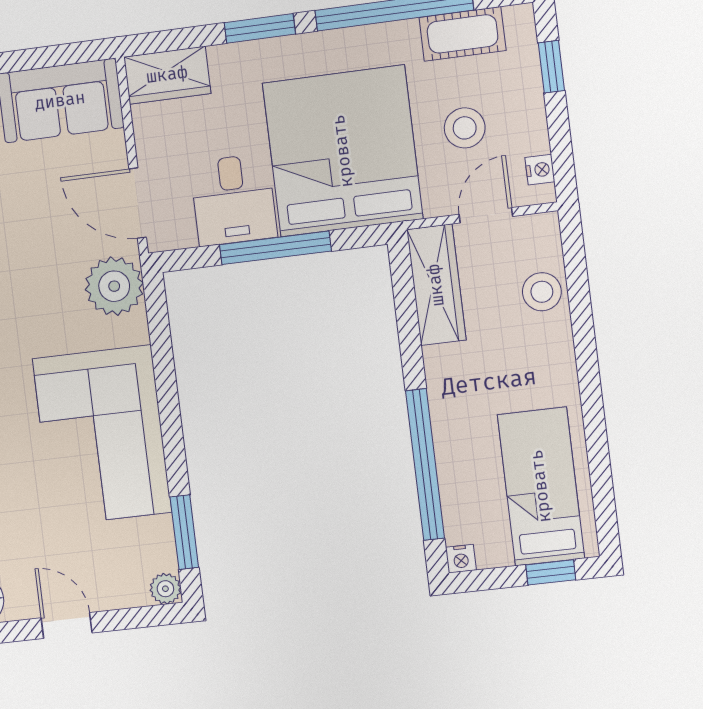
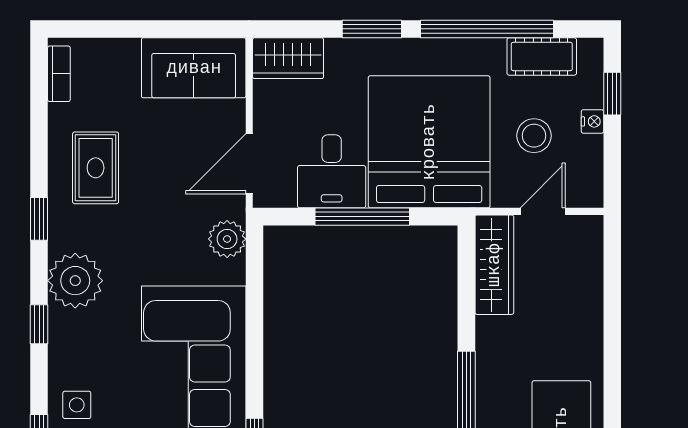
nightstand: (540, 170) -> (592, 121), moved
door: (138, 203) -> (249, 164), hinge flipped
plant: (114, 286) -> (227, 239), width x0.73, depth x0.73
stool: (542, 292) -> (582, 281), removed

